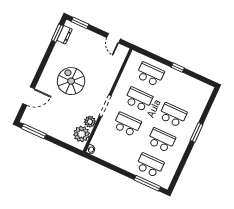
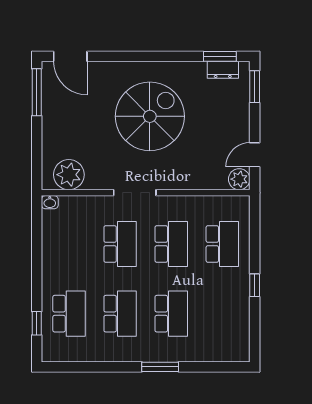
spiral stairs: (71, 81) -> (150, 116), width x1.37, depth x1.37
door: (28, 96) -> (70, 56), moved
plant: (90, 122) -> (239, 179), moved
window: (147, 183) -> (37, 323), width x0.46

